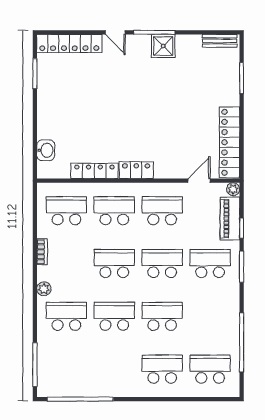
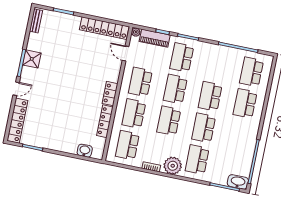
plant: (44, 289) -> (173, 166), width x1.88, depth x1.88
washbasin: (46, 382) -> (238, 182), added

